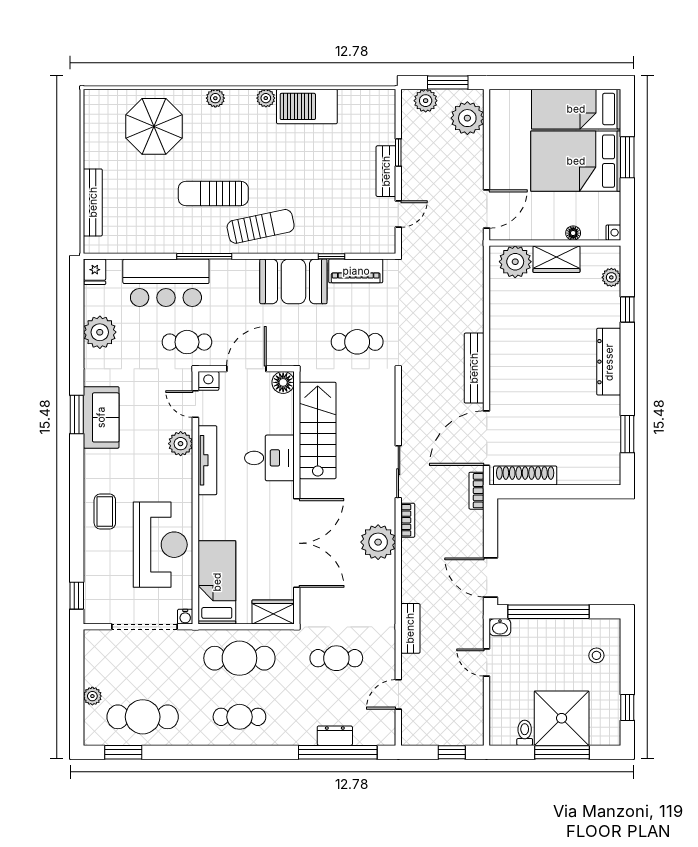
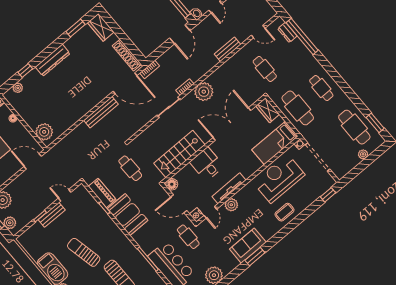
sun lounger: (261, 226) -> (84, 252), moved
wardrobe: (556, 259) -> (101, 27), moved, turned 180
dresser: (335, 736) -> (287, 32), moved

